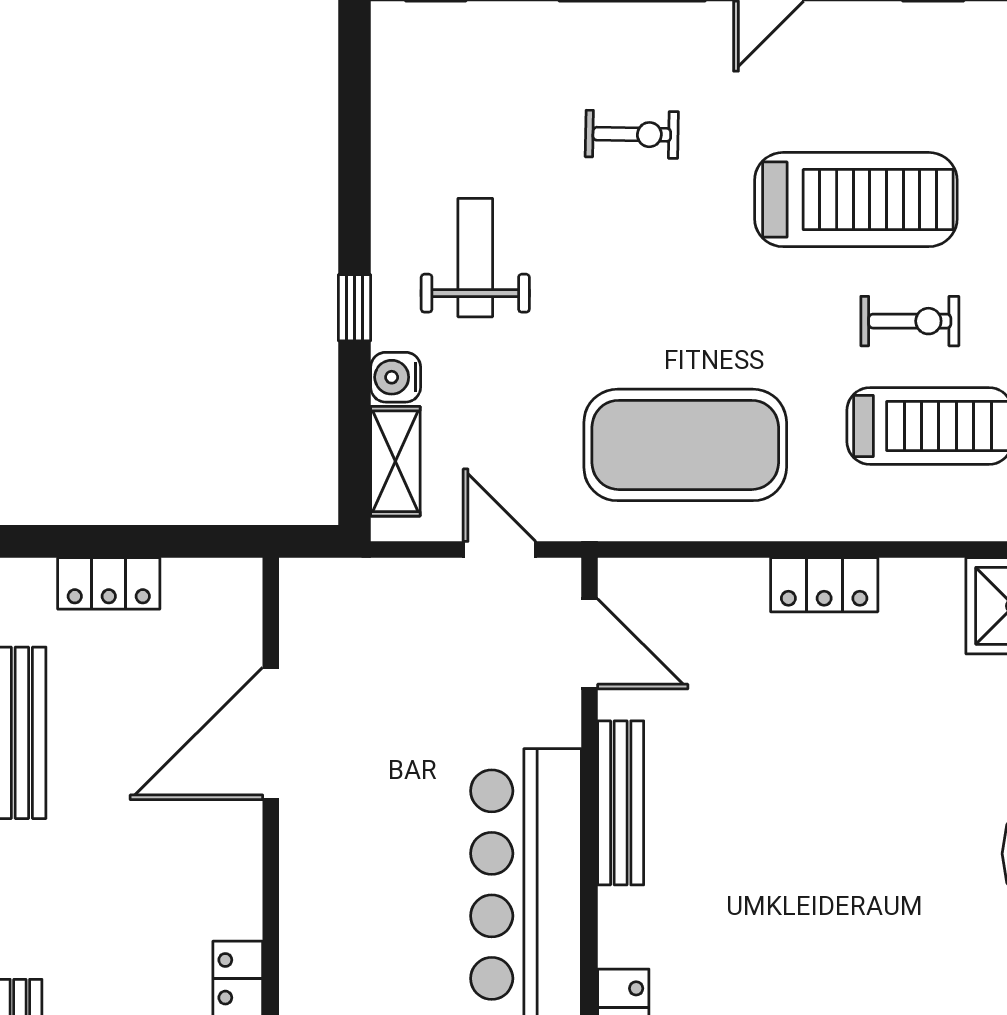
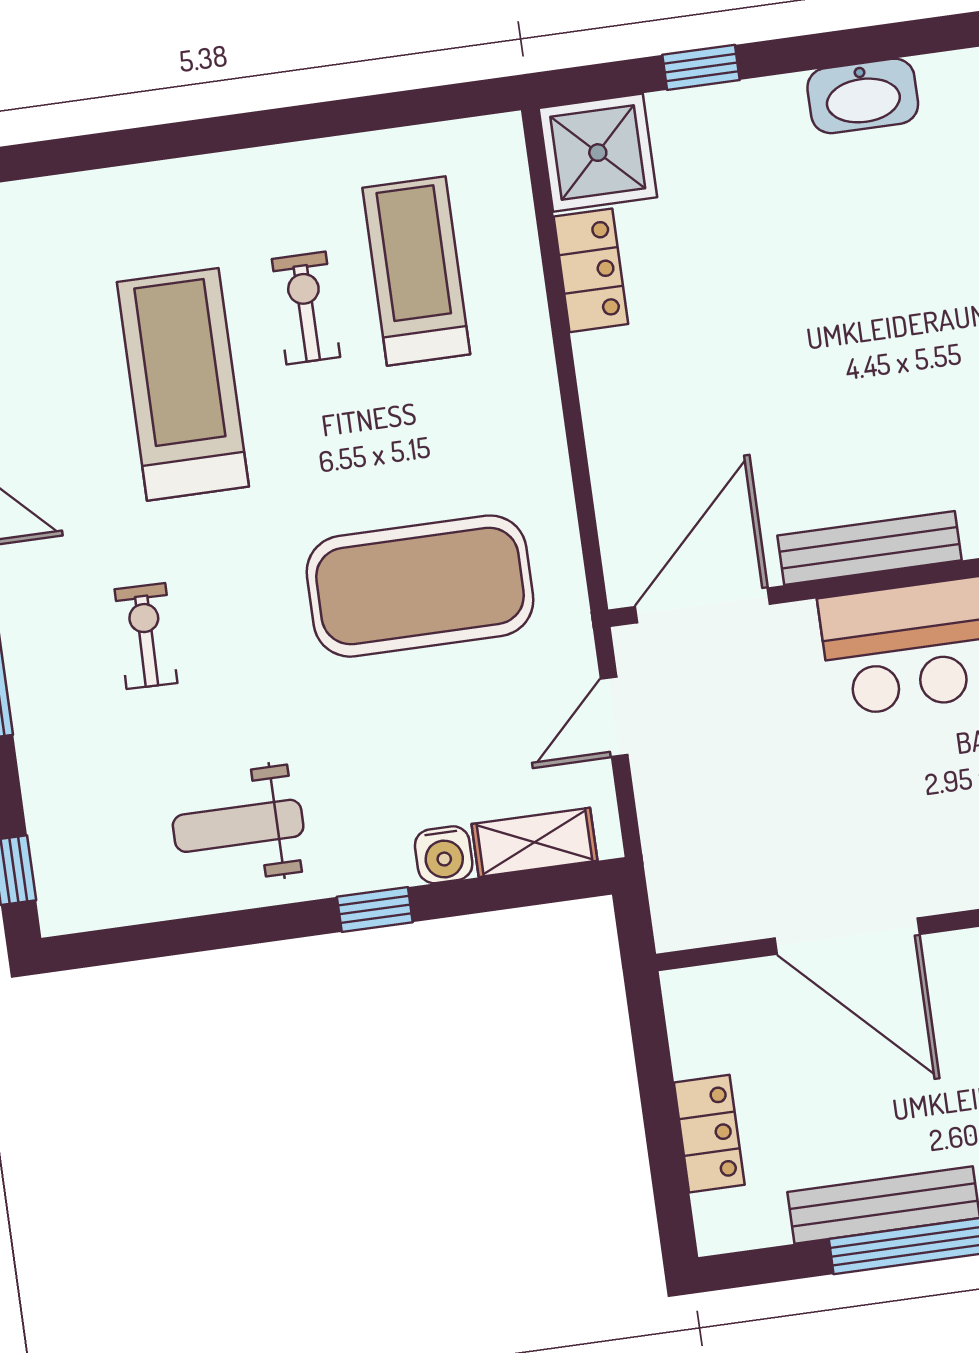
weight bench: (475, 258) -> (238, 826), moved
exercise mat: (685, 445) -> (420, 586), moved, turned 90
locker: (824, 585) -> (591, 270), moved
door: (590, 644) -> (703, 605), width x1.36

